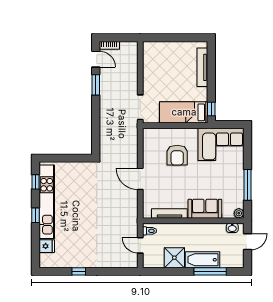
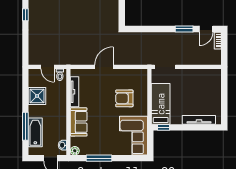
door: (140, 245) -> (48, 67), swing flipped
bathtub: (202, 260) -> (35, 132), moved

